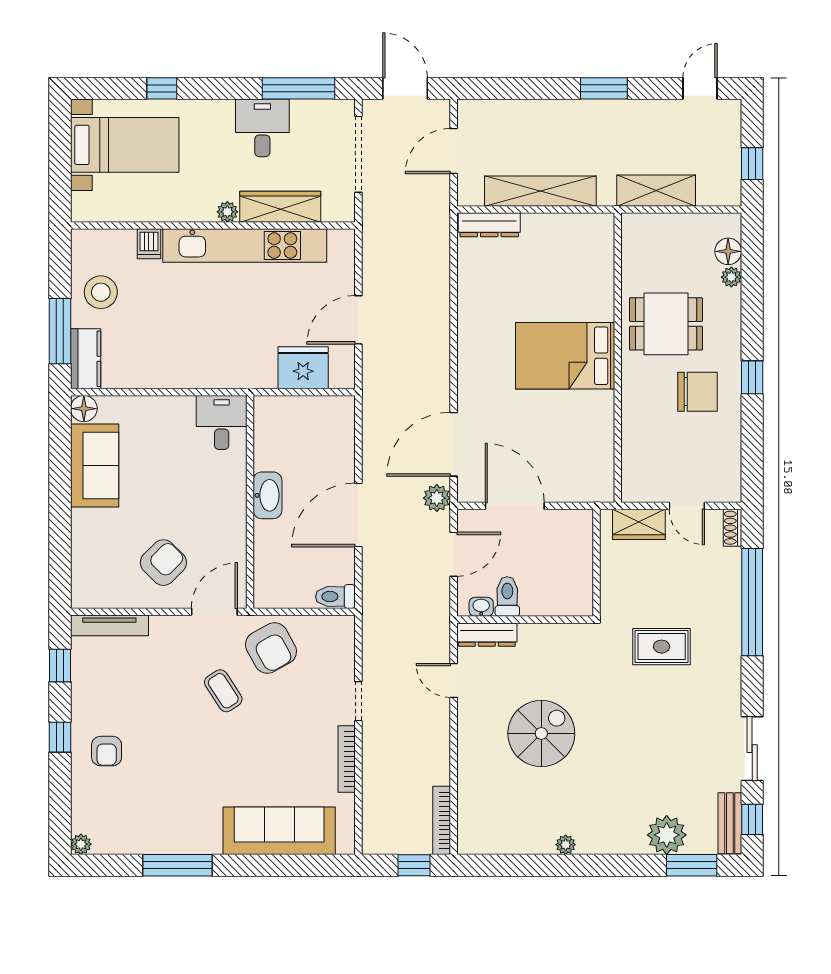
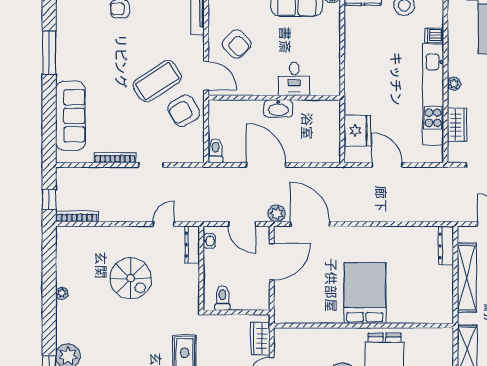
wardrobe: (280, 207) -> (457, 125), width x0.67
desk: (222, 422) -> (294, 79), moved, turned 90
toilet: (507, 597) -> (222, 298), moved, turned -90
coffee table: (223, 691) -> (157, 81), width x1.86, depth x1.72

